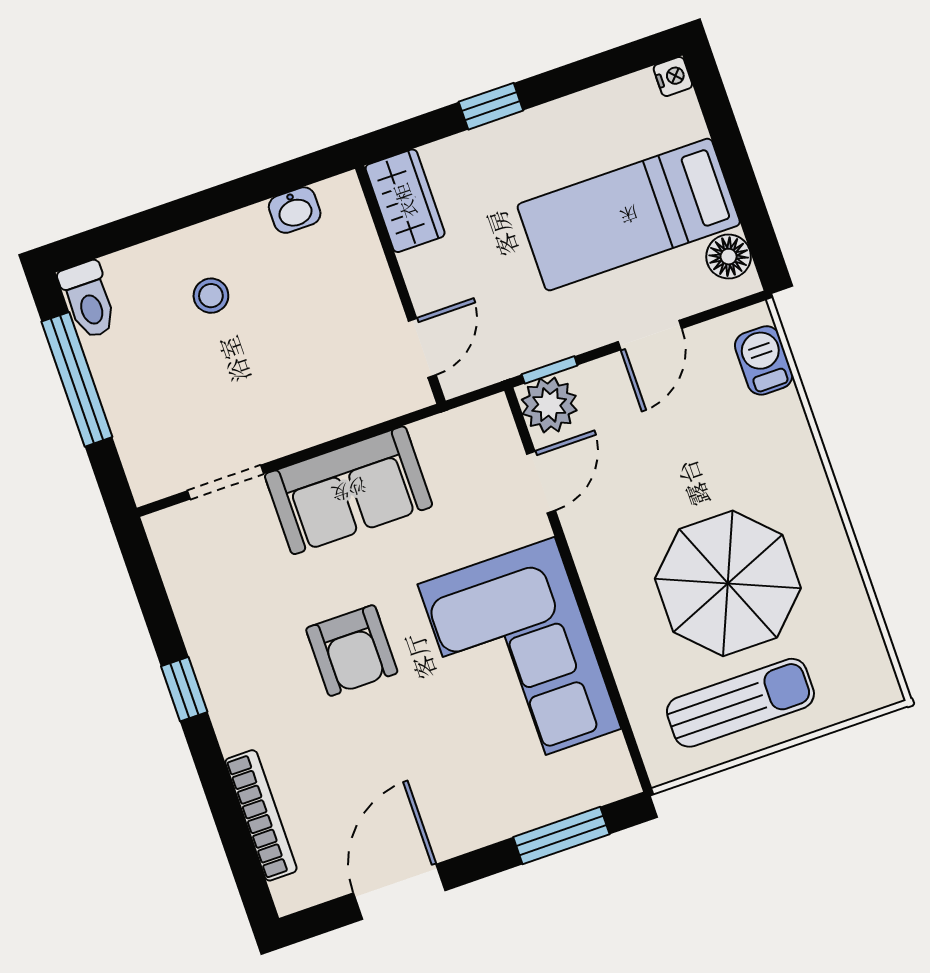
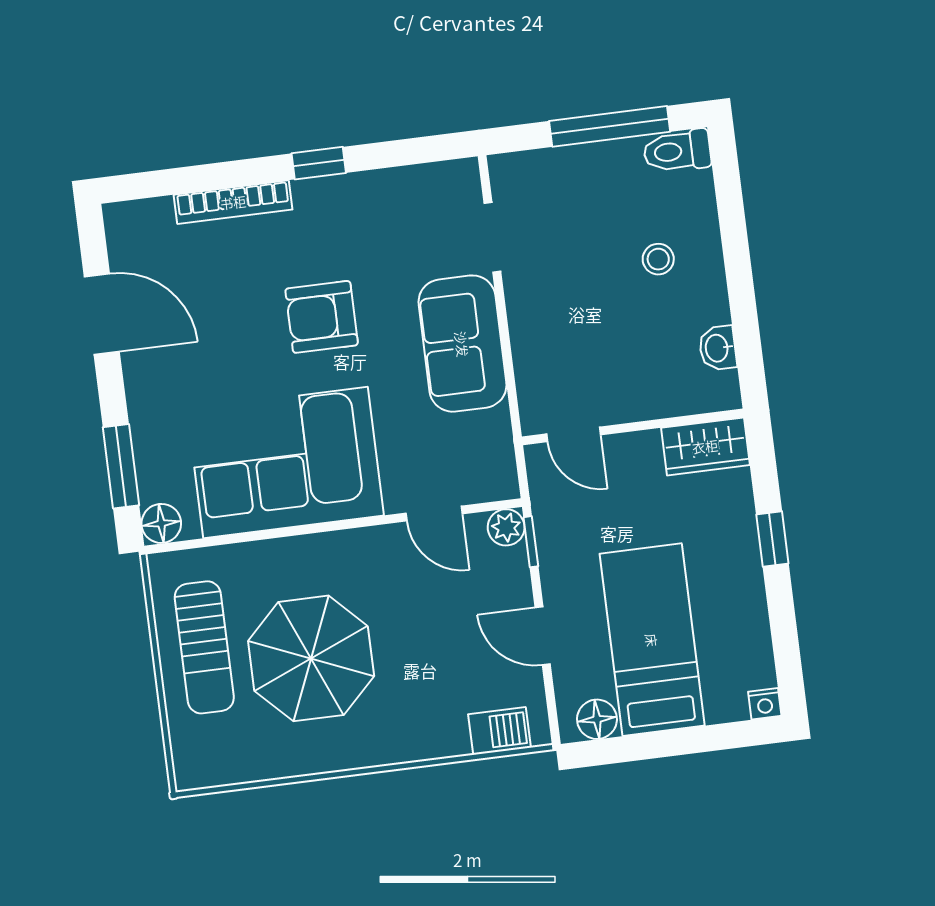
plant: (549, 405) -> (506, 527), width x0.73, depth x0.73
floor lamp: (615, 778) -> (161, 523), added
bookcase: (261, 815) -> (233, 202), moved

